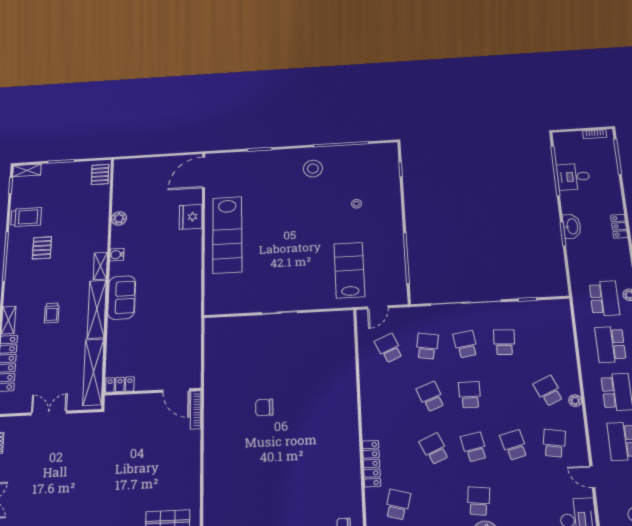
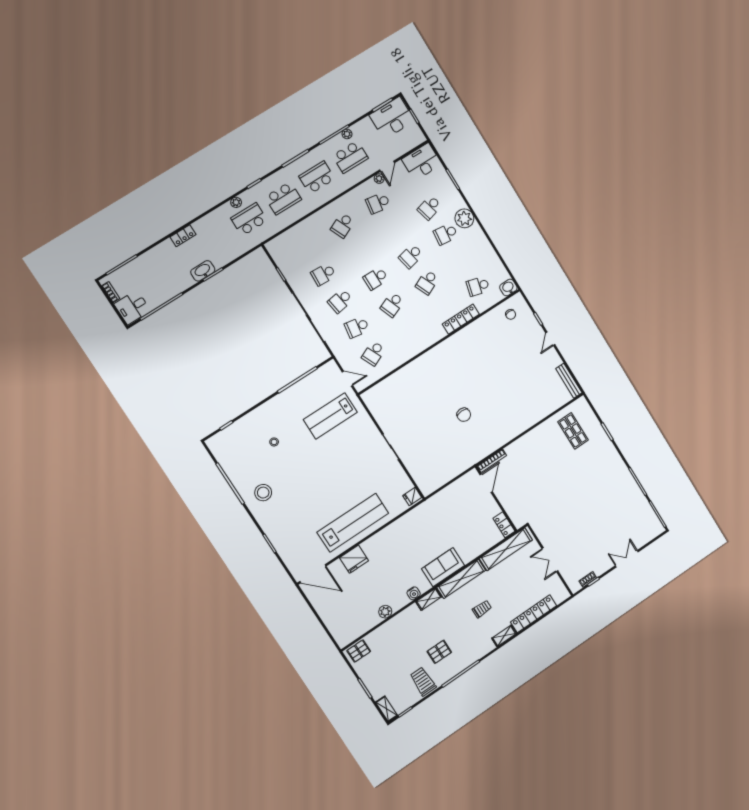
desk: (573, 177) -> (132, 307), moved, turned 90
fridge: (214, 306) -> (412, 496), added
plant: (575, 401) -> (379, 179), moved
school desk: (514, 445) -> (429, 208), moved

